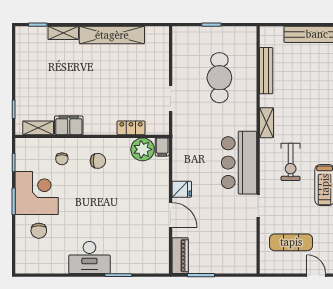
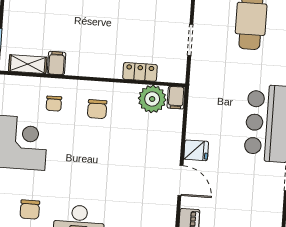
filing cabinet: (69, 125) -> (56, 63), width x0.50
chair: (98, 161) -> (97, 109), turned 90
chair: (39, 231) -> (30, 210), moved

